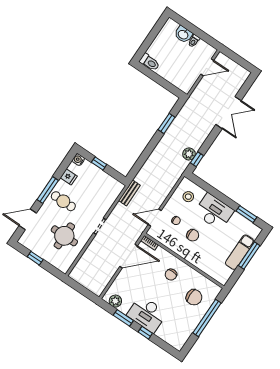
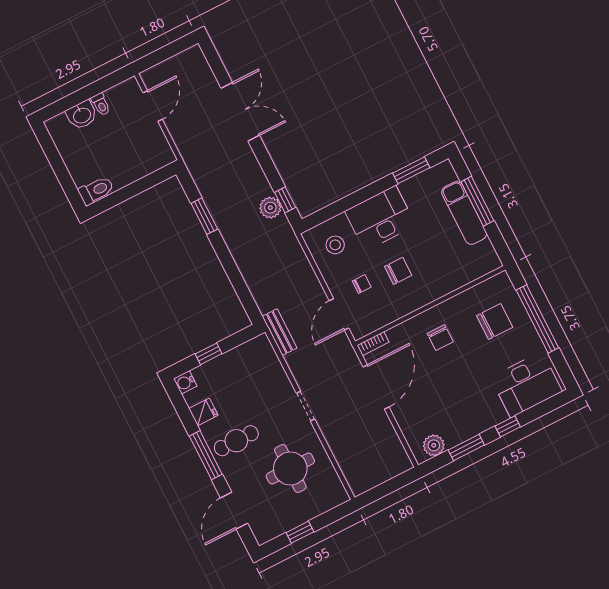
desk: (147, 314) -> (526, 385), moved

